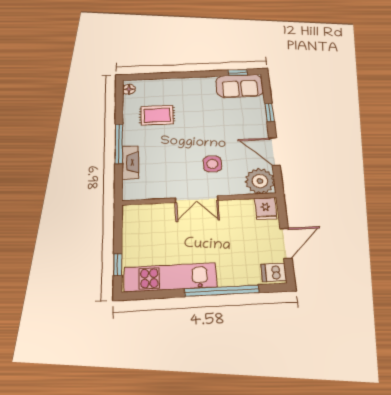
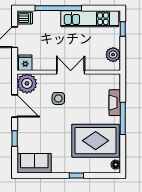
window: (238, 73) -> (76, 175), moved
rug: (157, 115) -> (96, 141), width x1.86, depth x2.06
plant: (133, 226) -> (113, 55), added

